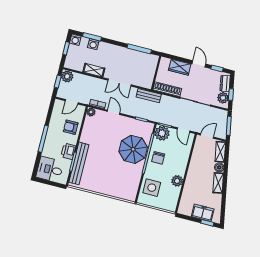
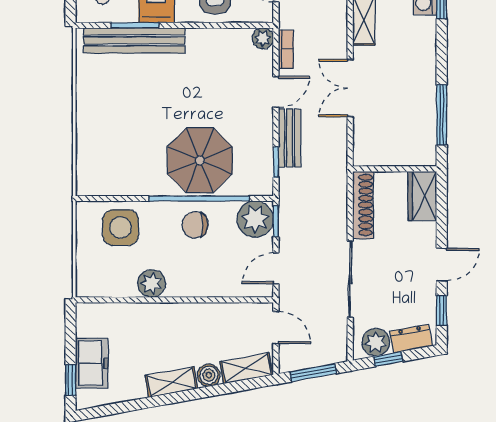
wardrobe: (180, 67) -> (422, 196), moved
bench: (149, 96) -> (289, 138), moved

